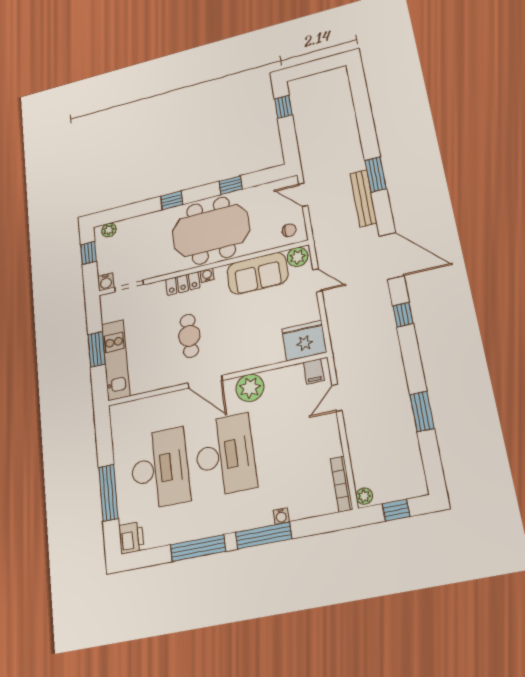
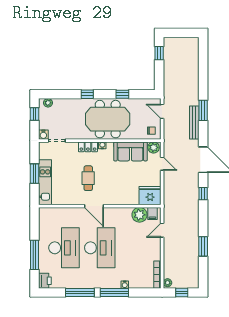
plant: (250, 388) -> (140, 215), moved

